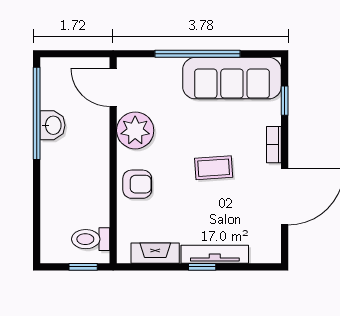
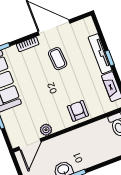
plant: (135, 130) -> (46, 130), width x0.53, depth x0.53
coffee table: (214, 168) -> (58, 59), moved

